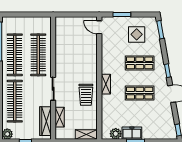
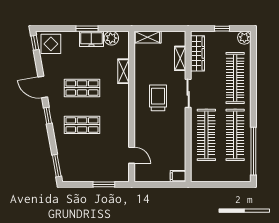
filing cabinet: (61, 21) -> (178, 176), added
door: (99, 27) -> (132, 155), moved
display table: (137, 34) -> (51, 44), moved
shelving: (106, 84) -> (124, 71), moved
trolley: (86, 95) -> (158, 98), moved

